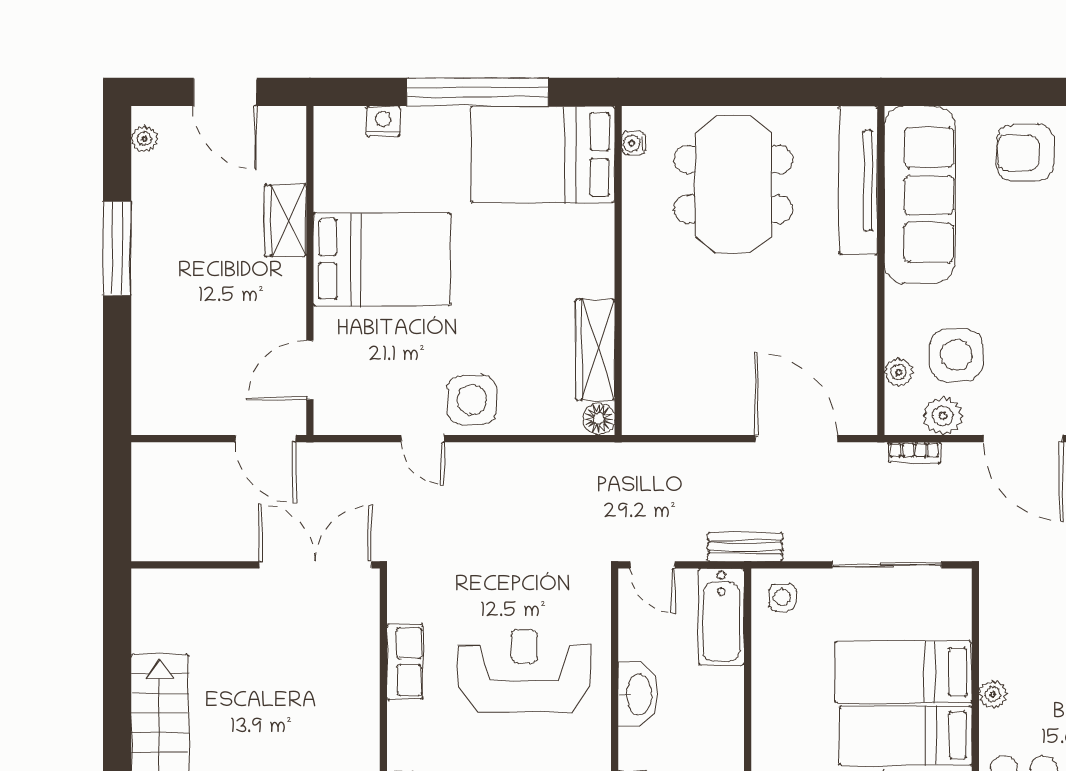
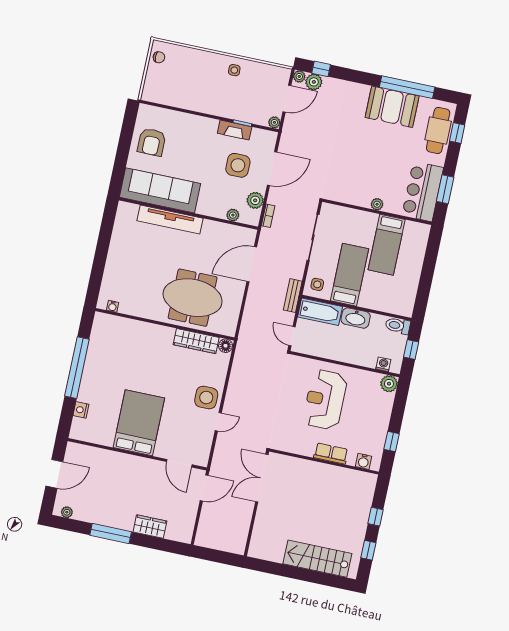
bed: (543, 154) -> (109, 346), removed
tv unit: (858, 180) -> (170, 220), moved
meeting table: (733, 184) -> (193, 298), moved
wardrobe: (286, 221) -> (150, 527), moved, turned 180
side table: (956, 355) -> (238, 165), moved
door: (652, 565) -> (292, 336), swing flipped
row of seats: (405, 662) -> (331, 454), moved
bed: (903, 672) -> (349, 275), moved, turned 180
washbasin: (638, 695) -> (356, 318), moved, turned 180

